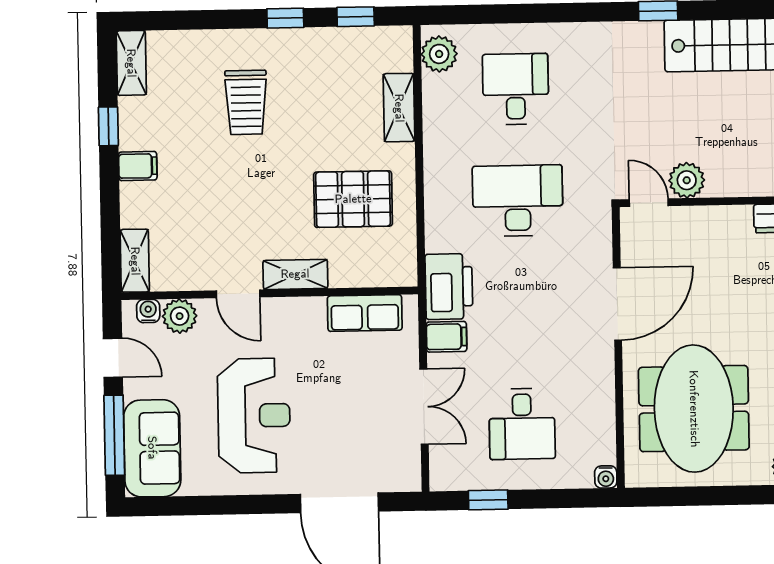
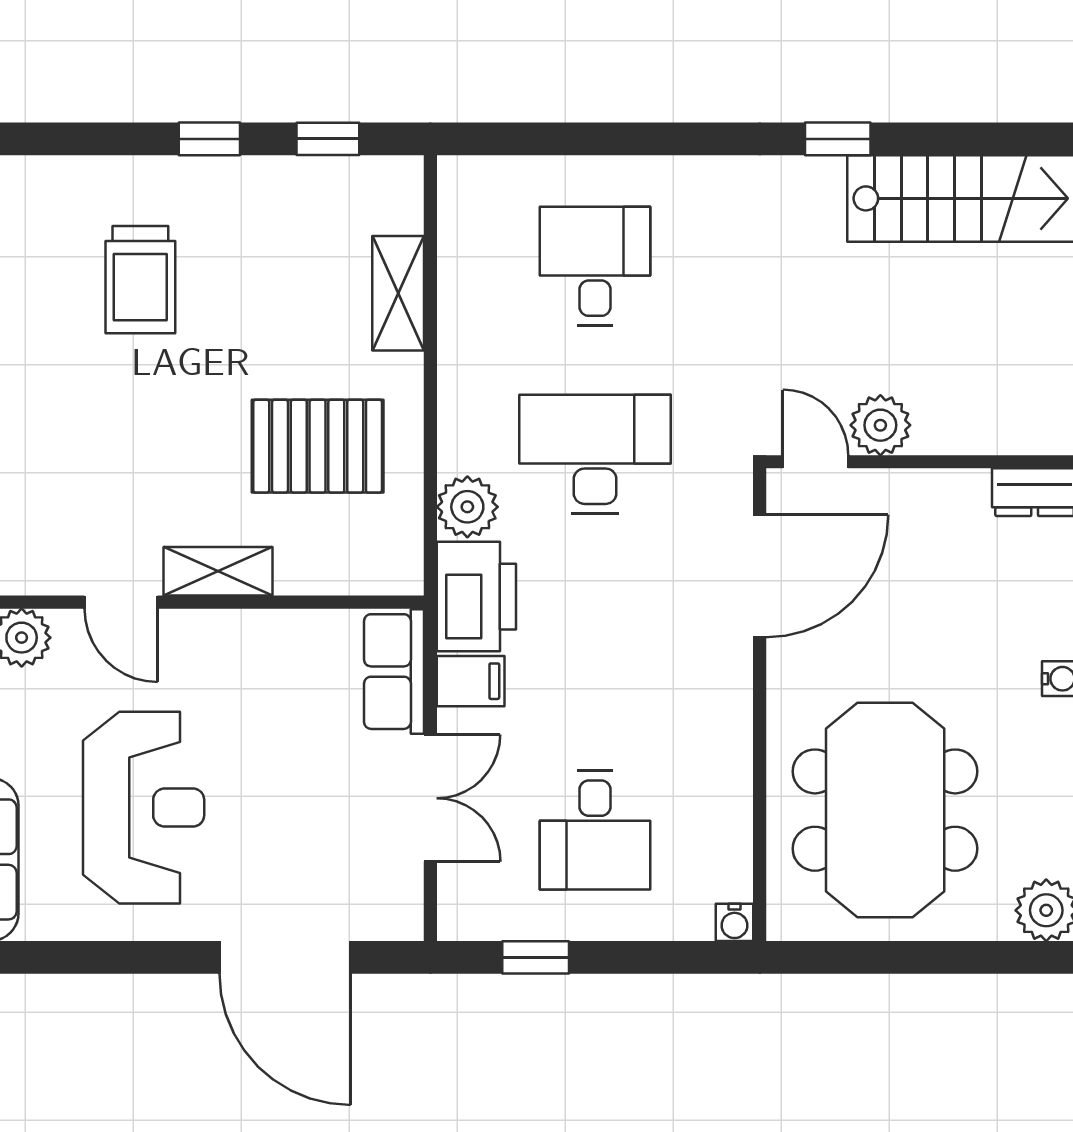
plant: (439, 54) -> (467, 507), moved
door: (617, 304) -> (760, 576), moved
row of seats: (365, 313) -> (394, 672), moved, turned 90

